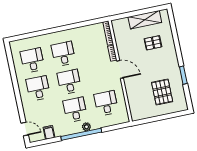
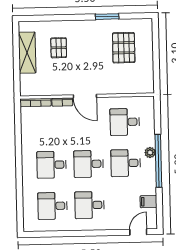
door: (120, 69) -> (85, 96), swing flipped
pallet: (162, 92) -> (124, 48), turned 90

